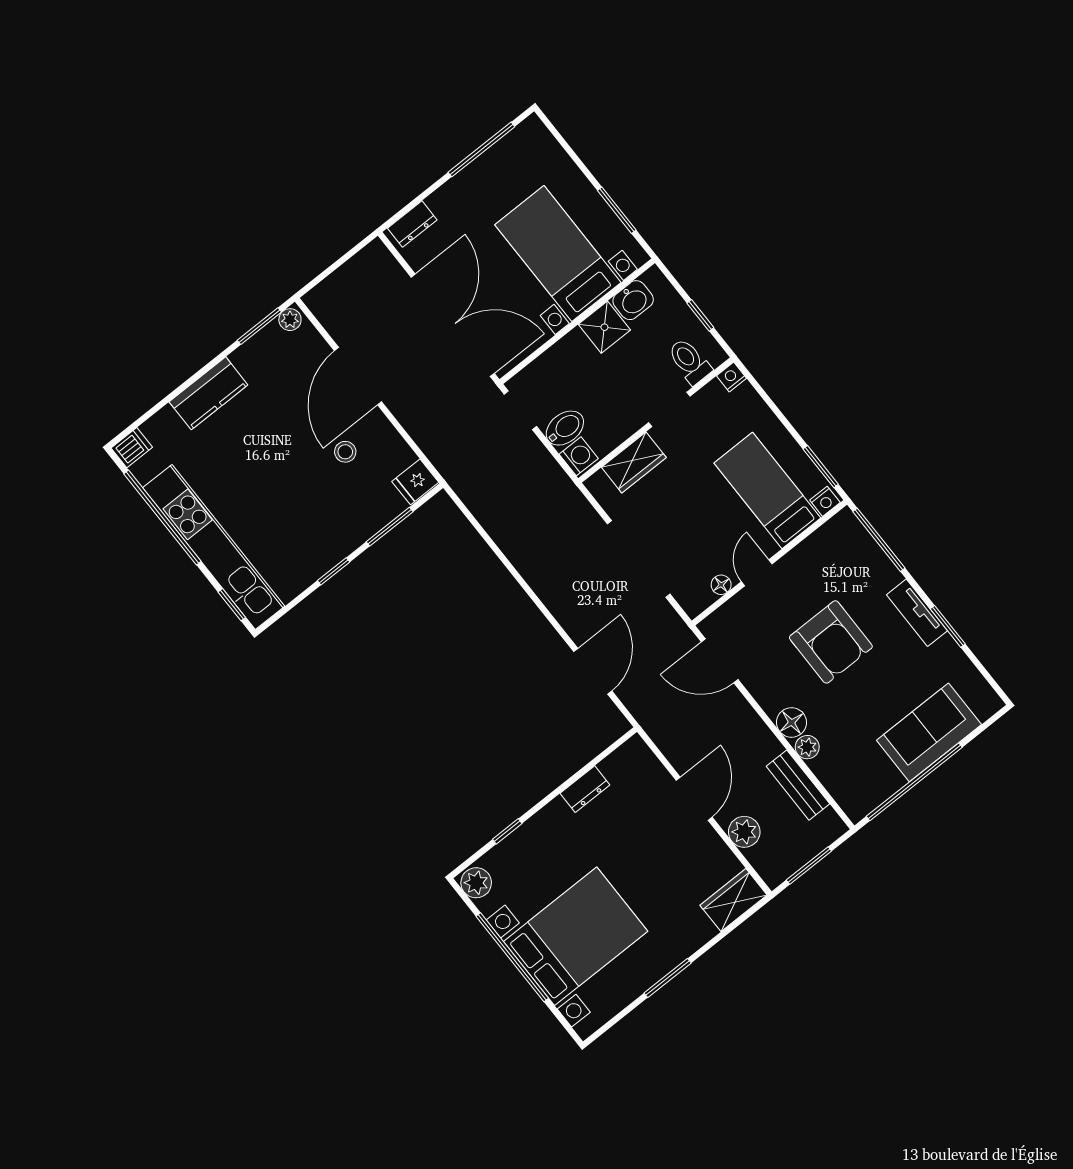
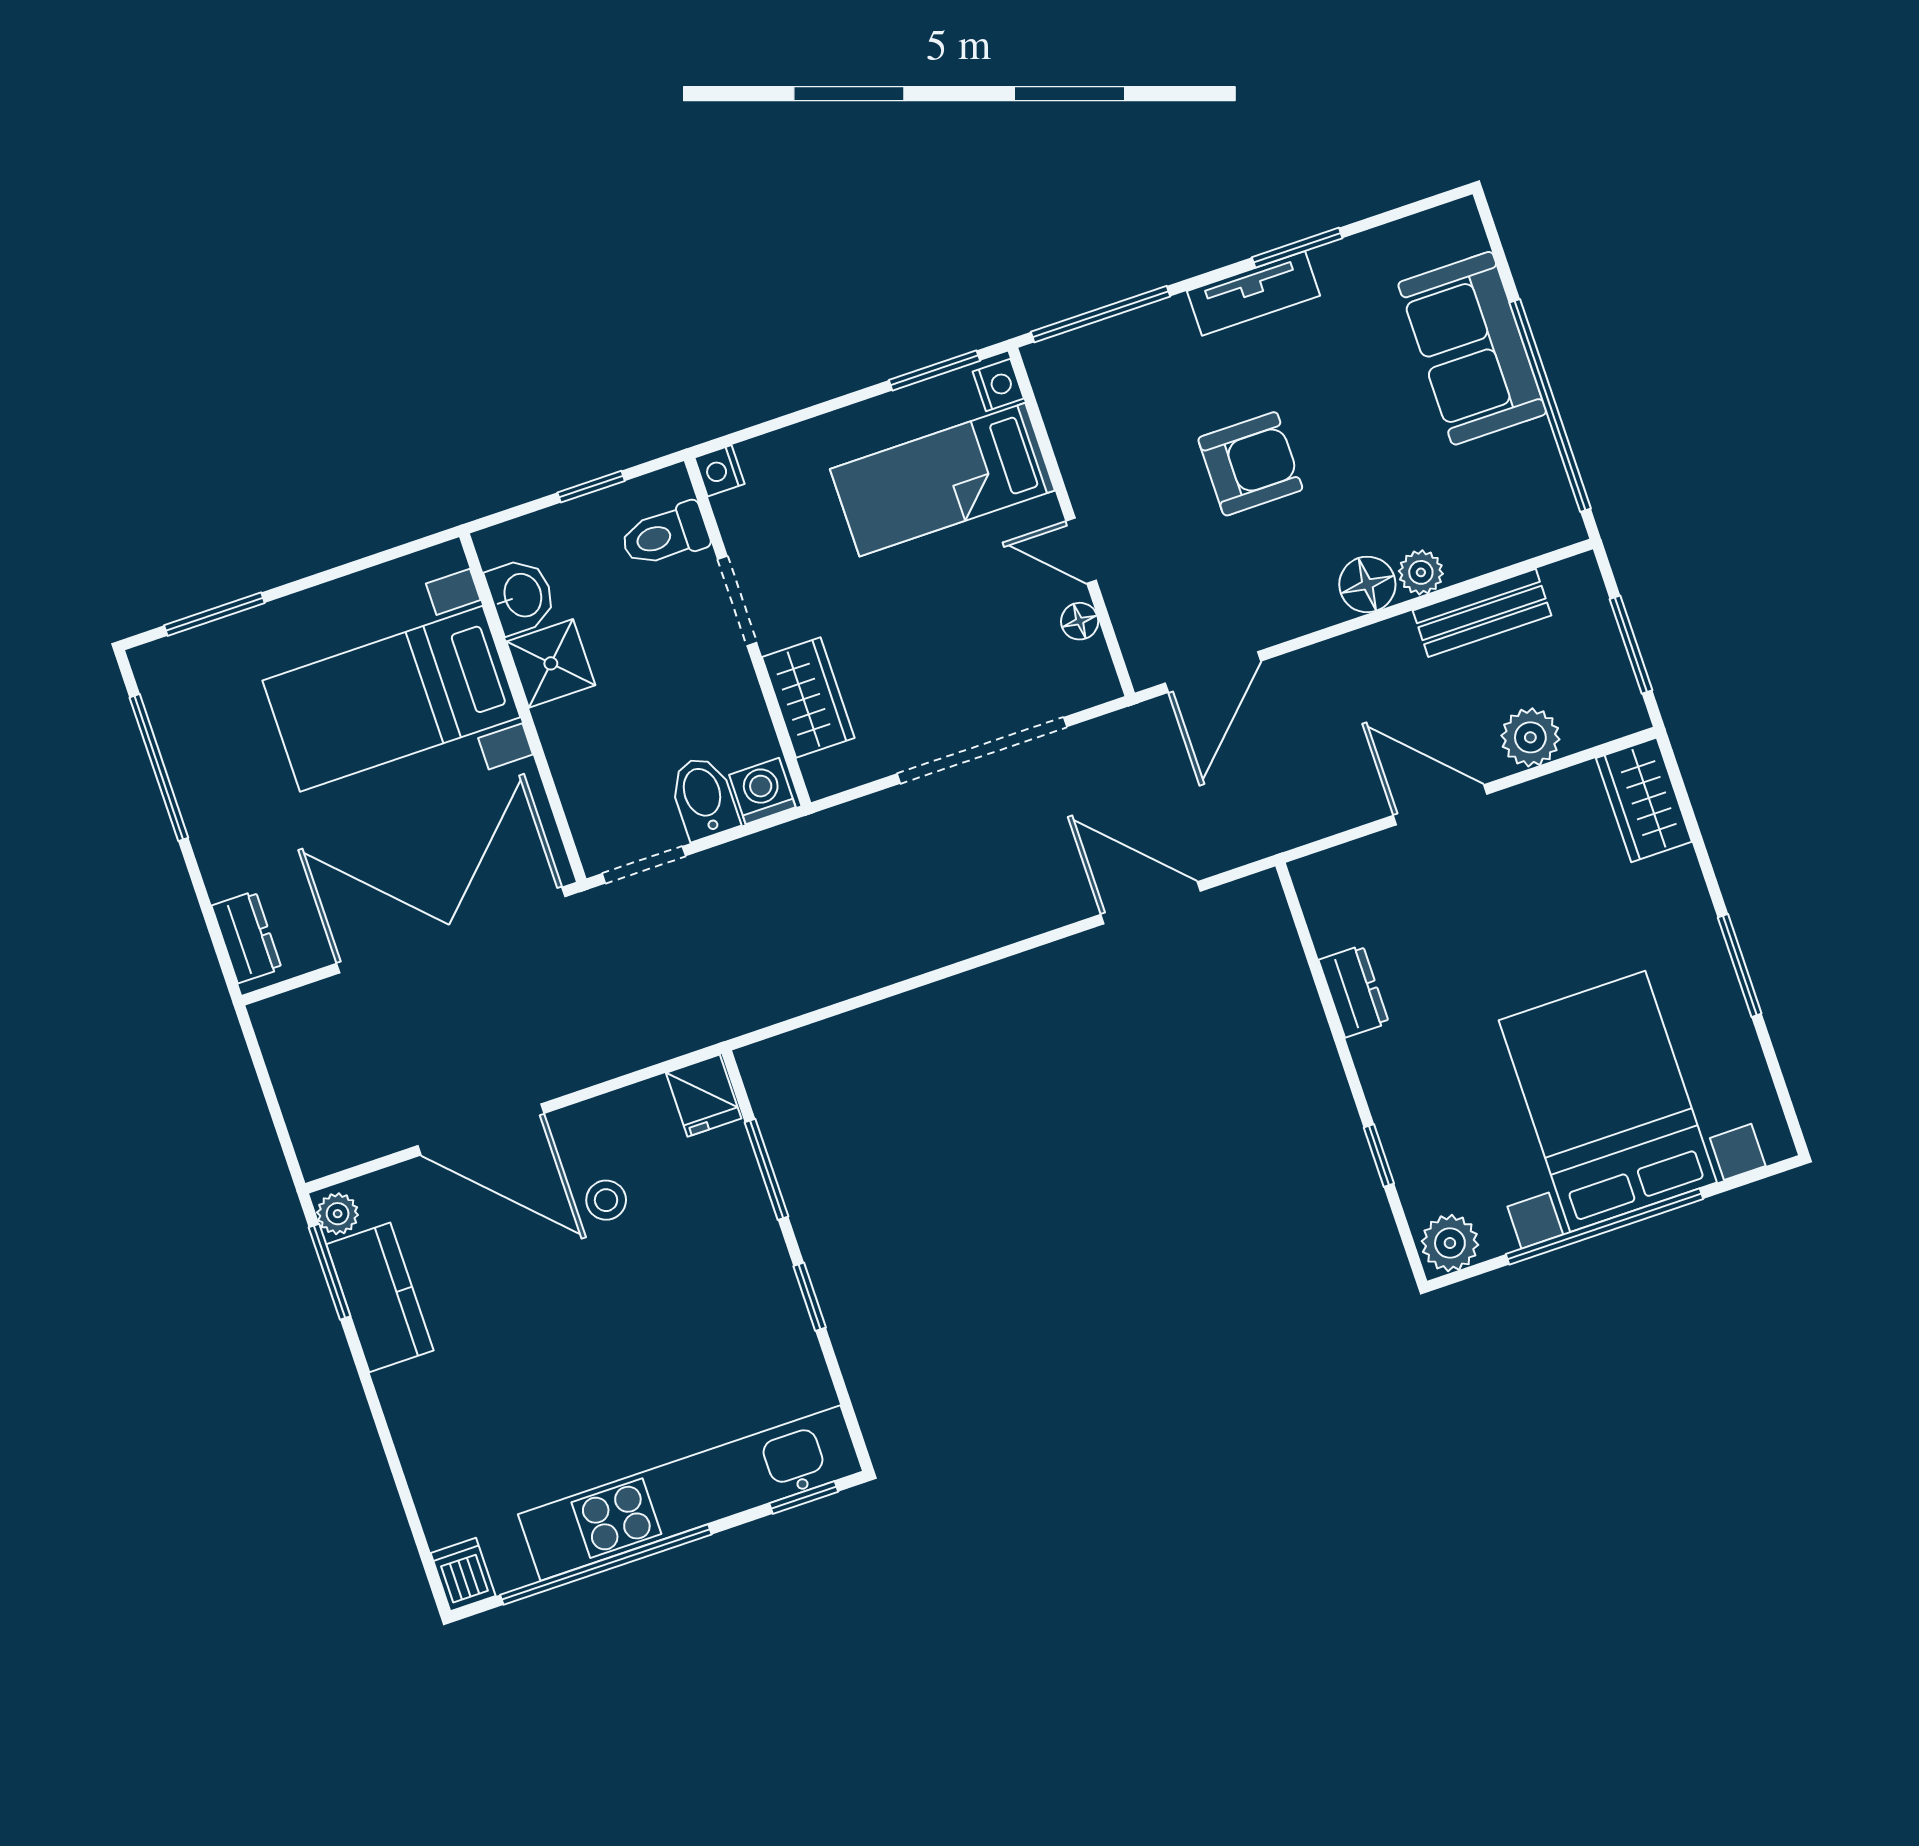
window: (617, 210) -> (214, 614), moved
kitchen counter: (208, 393) -> (380, 1297), moved
armchair: (831, 642) -> (1250, 464), width x0.73, depth x0.73

